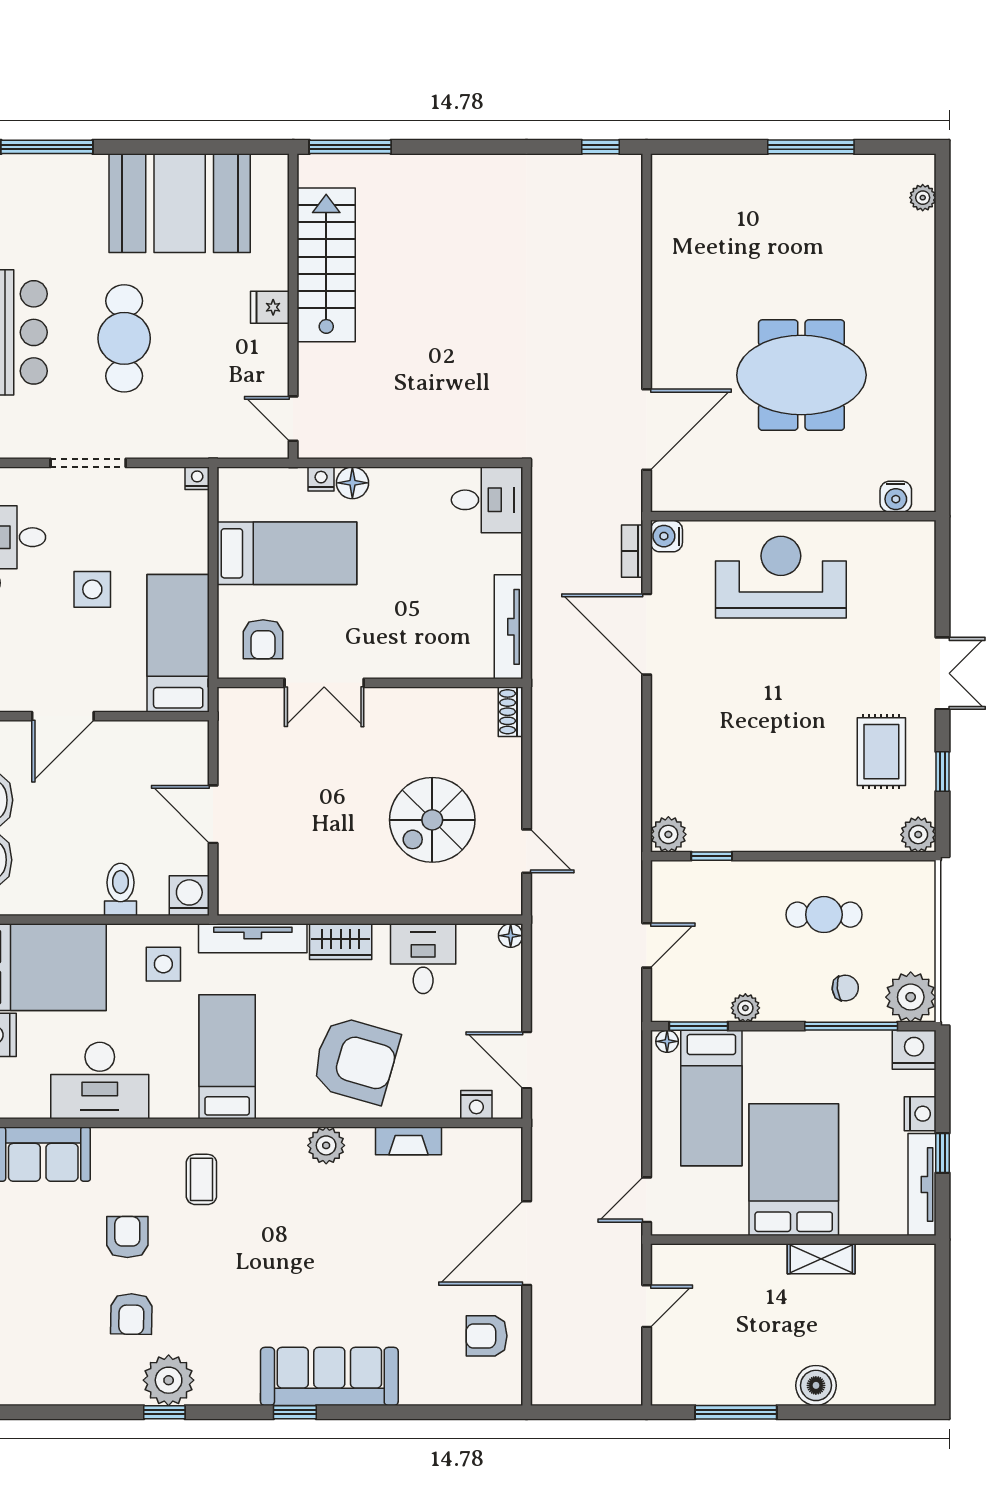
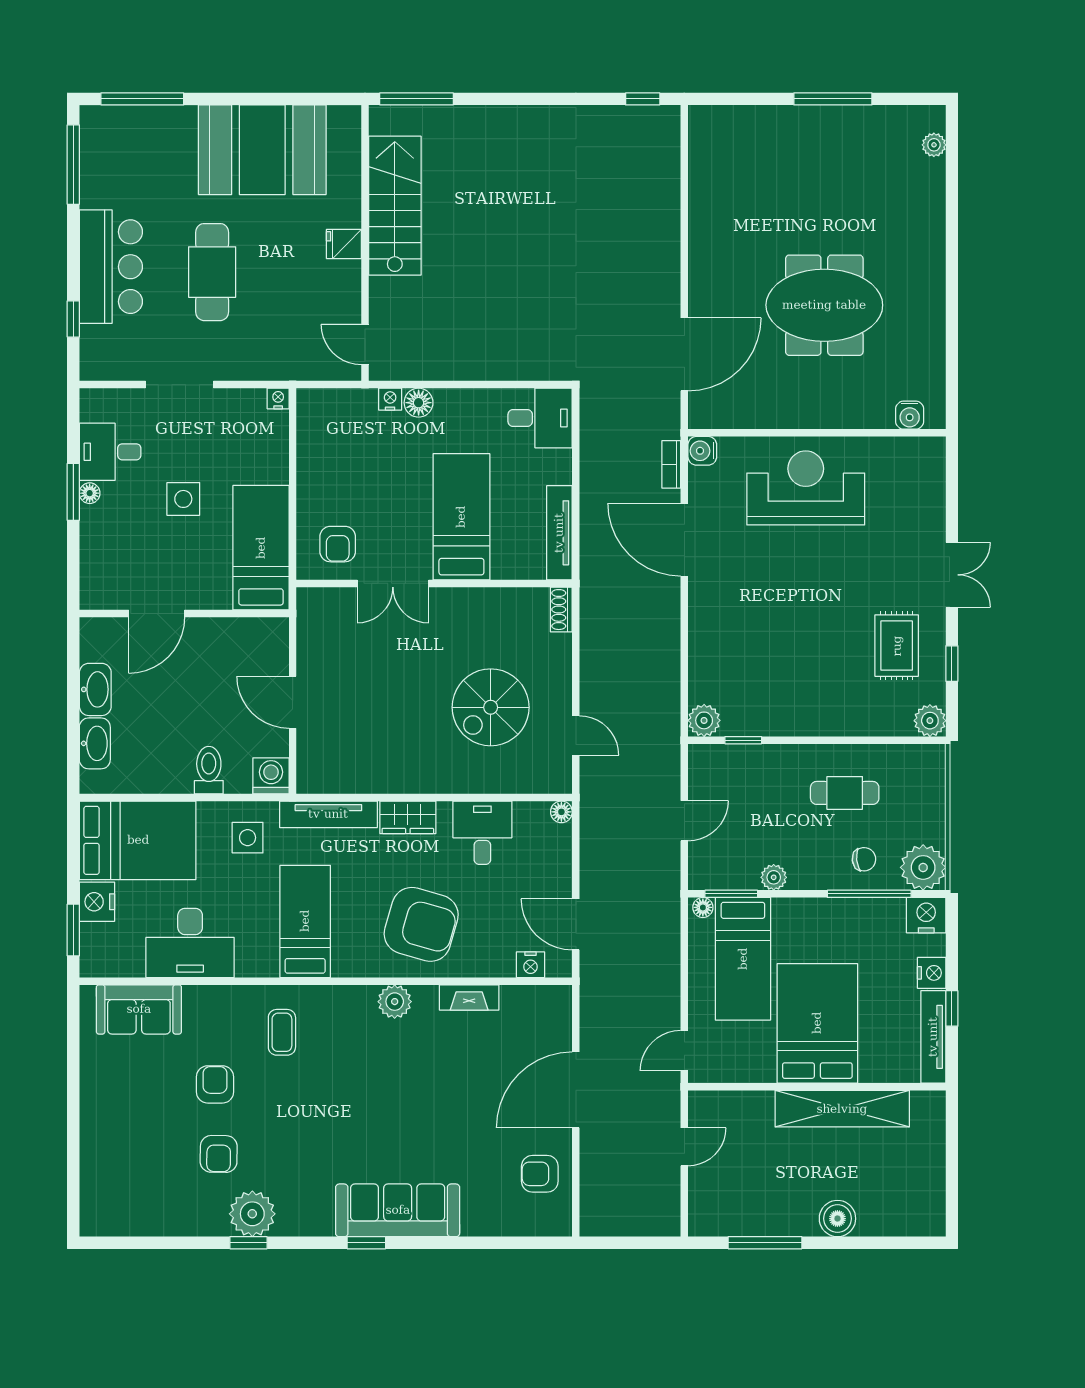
bed: (287, 553) -> (461, 517), moved, turned -90
shelving: (821, 1259) -> (842, 1109), width x2.20, depth x1.33

